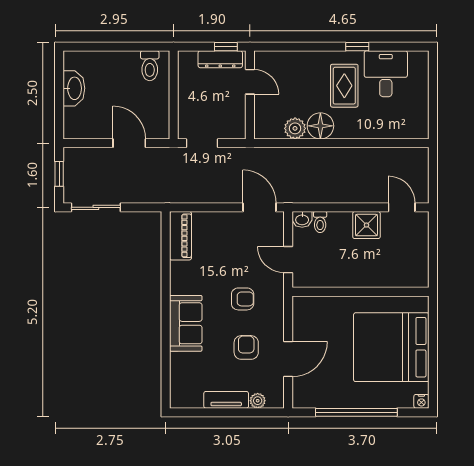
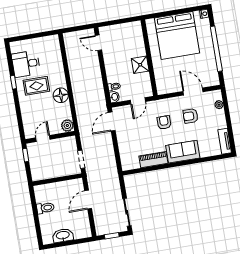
dresser: (220, 59) -> (33, 157), removed
toilet: (150, 66) -> (45, 208), moved
plant: (295, 128) -> (67, 125), moved
door: (402, 207) -> (98, 43), hinge flipped
shower: (366, 225) -> (140, 65), moved
piano: (180, 236) -> (153, 160), moved
tv unit: (226, 400) -> (225, 141), moved

